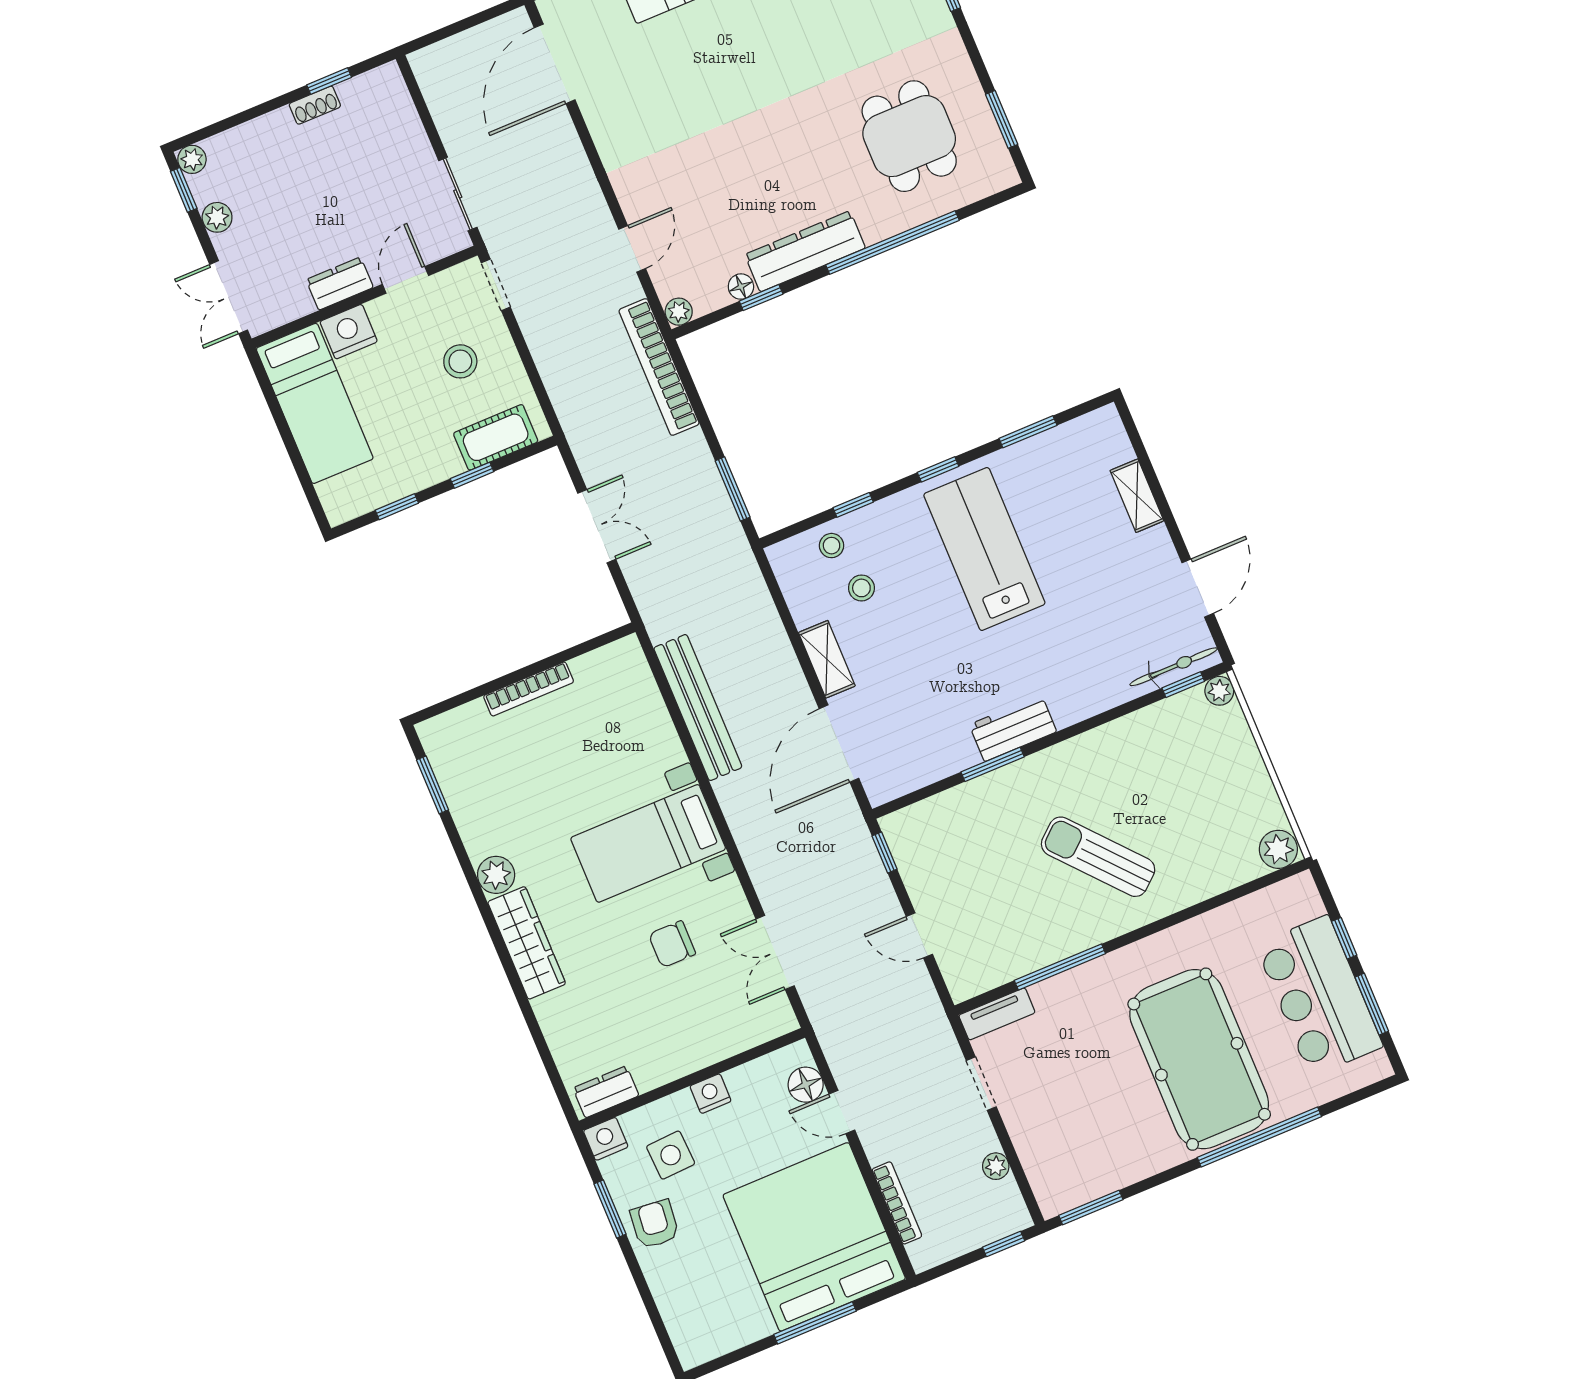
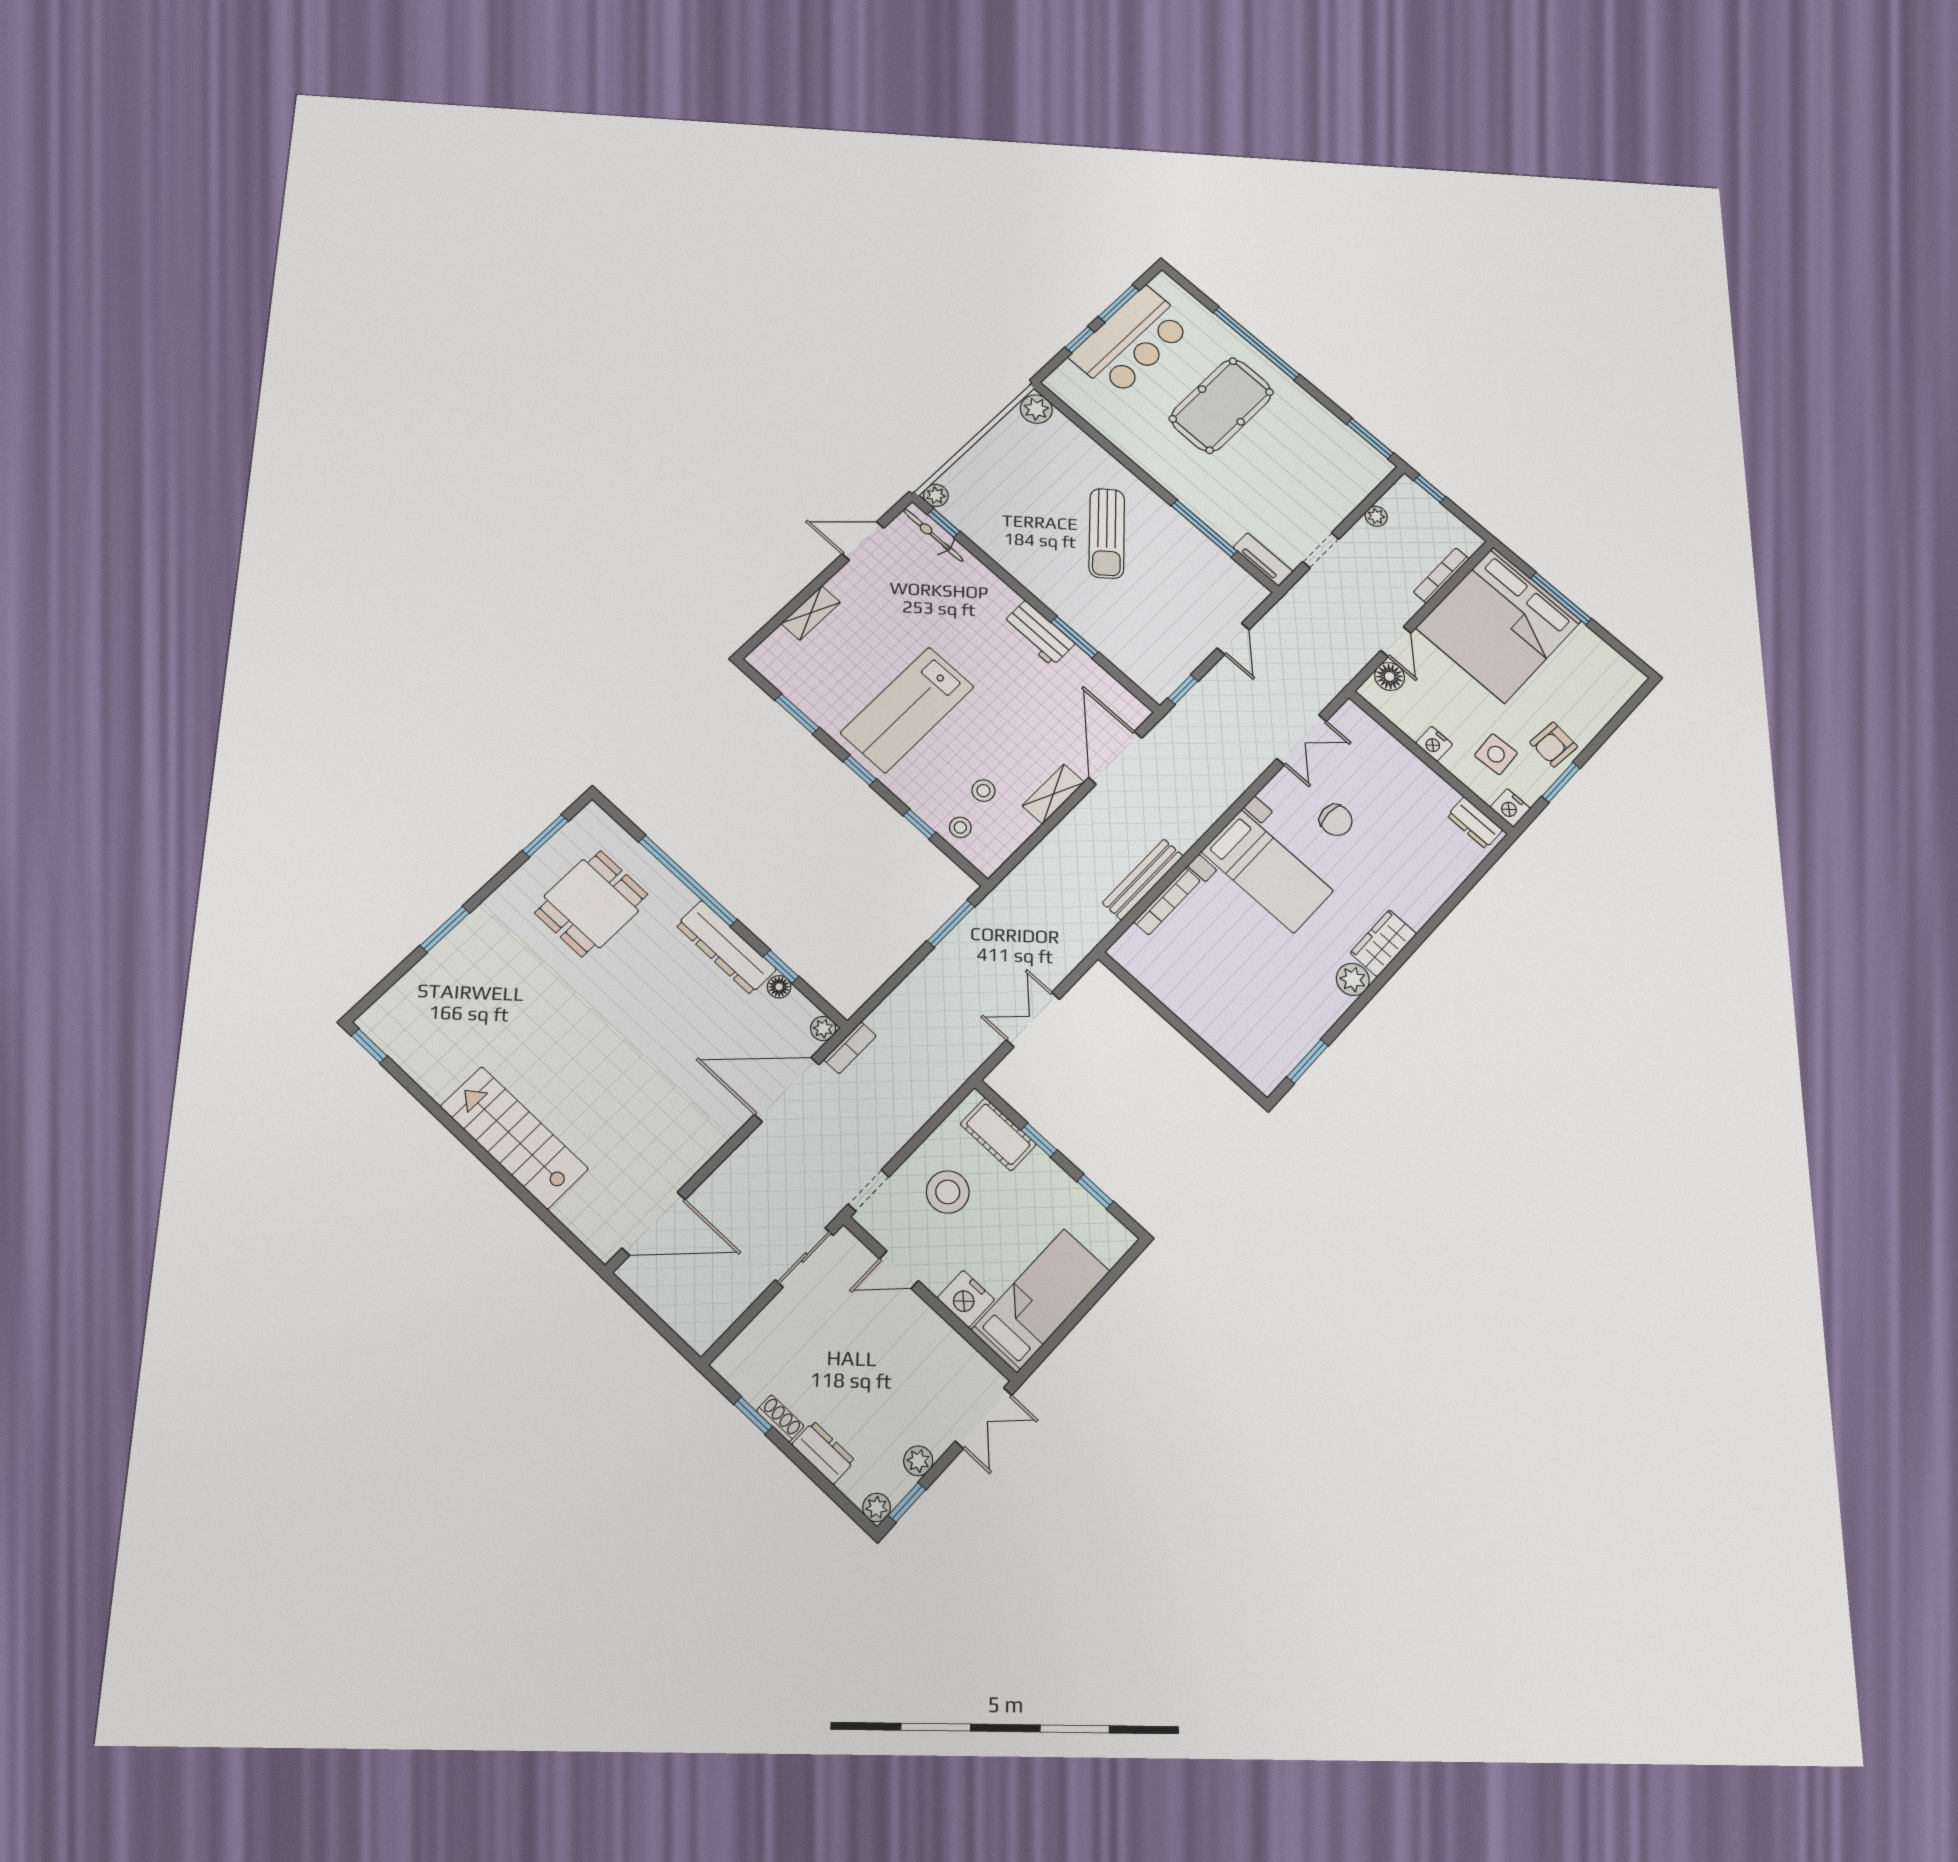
door: (632, 249) -> (787, 1089), width x1.87
dresser: (340, 284) -> (823, 1453), moved, turned 180
stool: (460, 361) -> (948, 1192), width x1.38, depth x1.38
bookcase: (659, 367) -> (850, 1048), width x0.43, depth x0.76
bookcase: (529, 689) -> (1167, 901), moved, turned 90
bench: (698, 708) -> (1143, 879), width x0.73, depth x0.82
door: (839, 744) -> (1115, 758), swing flipped
wardrobe: (527, 943) -> (1383, 943), width x0.67
pool table: (1199, 1059) -> (1221, 405), width x0.73, depth x0.76

